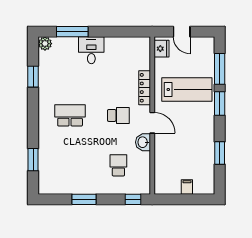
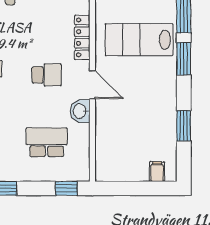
lab bench: (187, 89) -> (139, 40), turned 180
school desk: (118, 165) -> (47, 142), width x1.85
filing cabinet: (187, 187) -> (157, 172), moved

